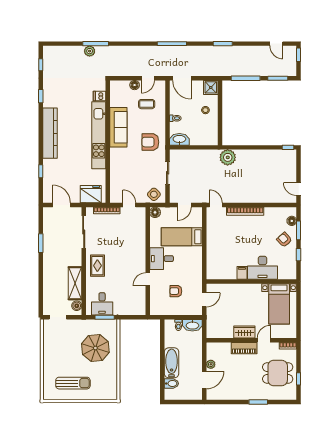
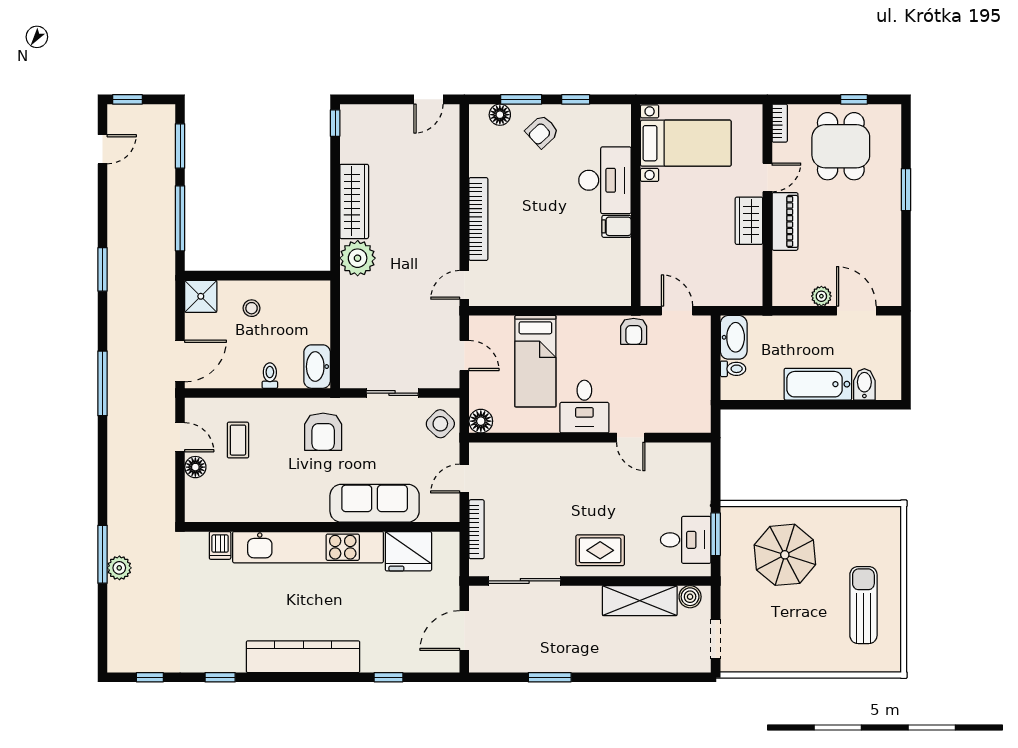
sofa: (118, 127) -> (375, 503), moved
wardrobe: (253, 156) -> (354, 201), added
fridge: (91, 194) -> (408, 551), moved, turned -90
armchair: (176, 291) -> (634, 331), moved
door: (264, 340) -> (767, 177), swing flipped

